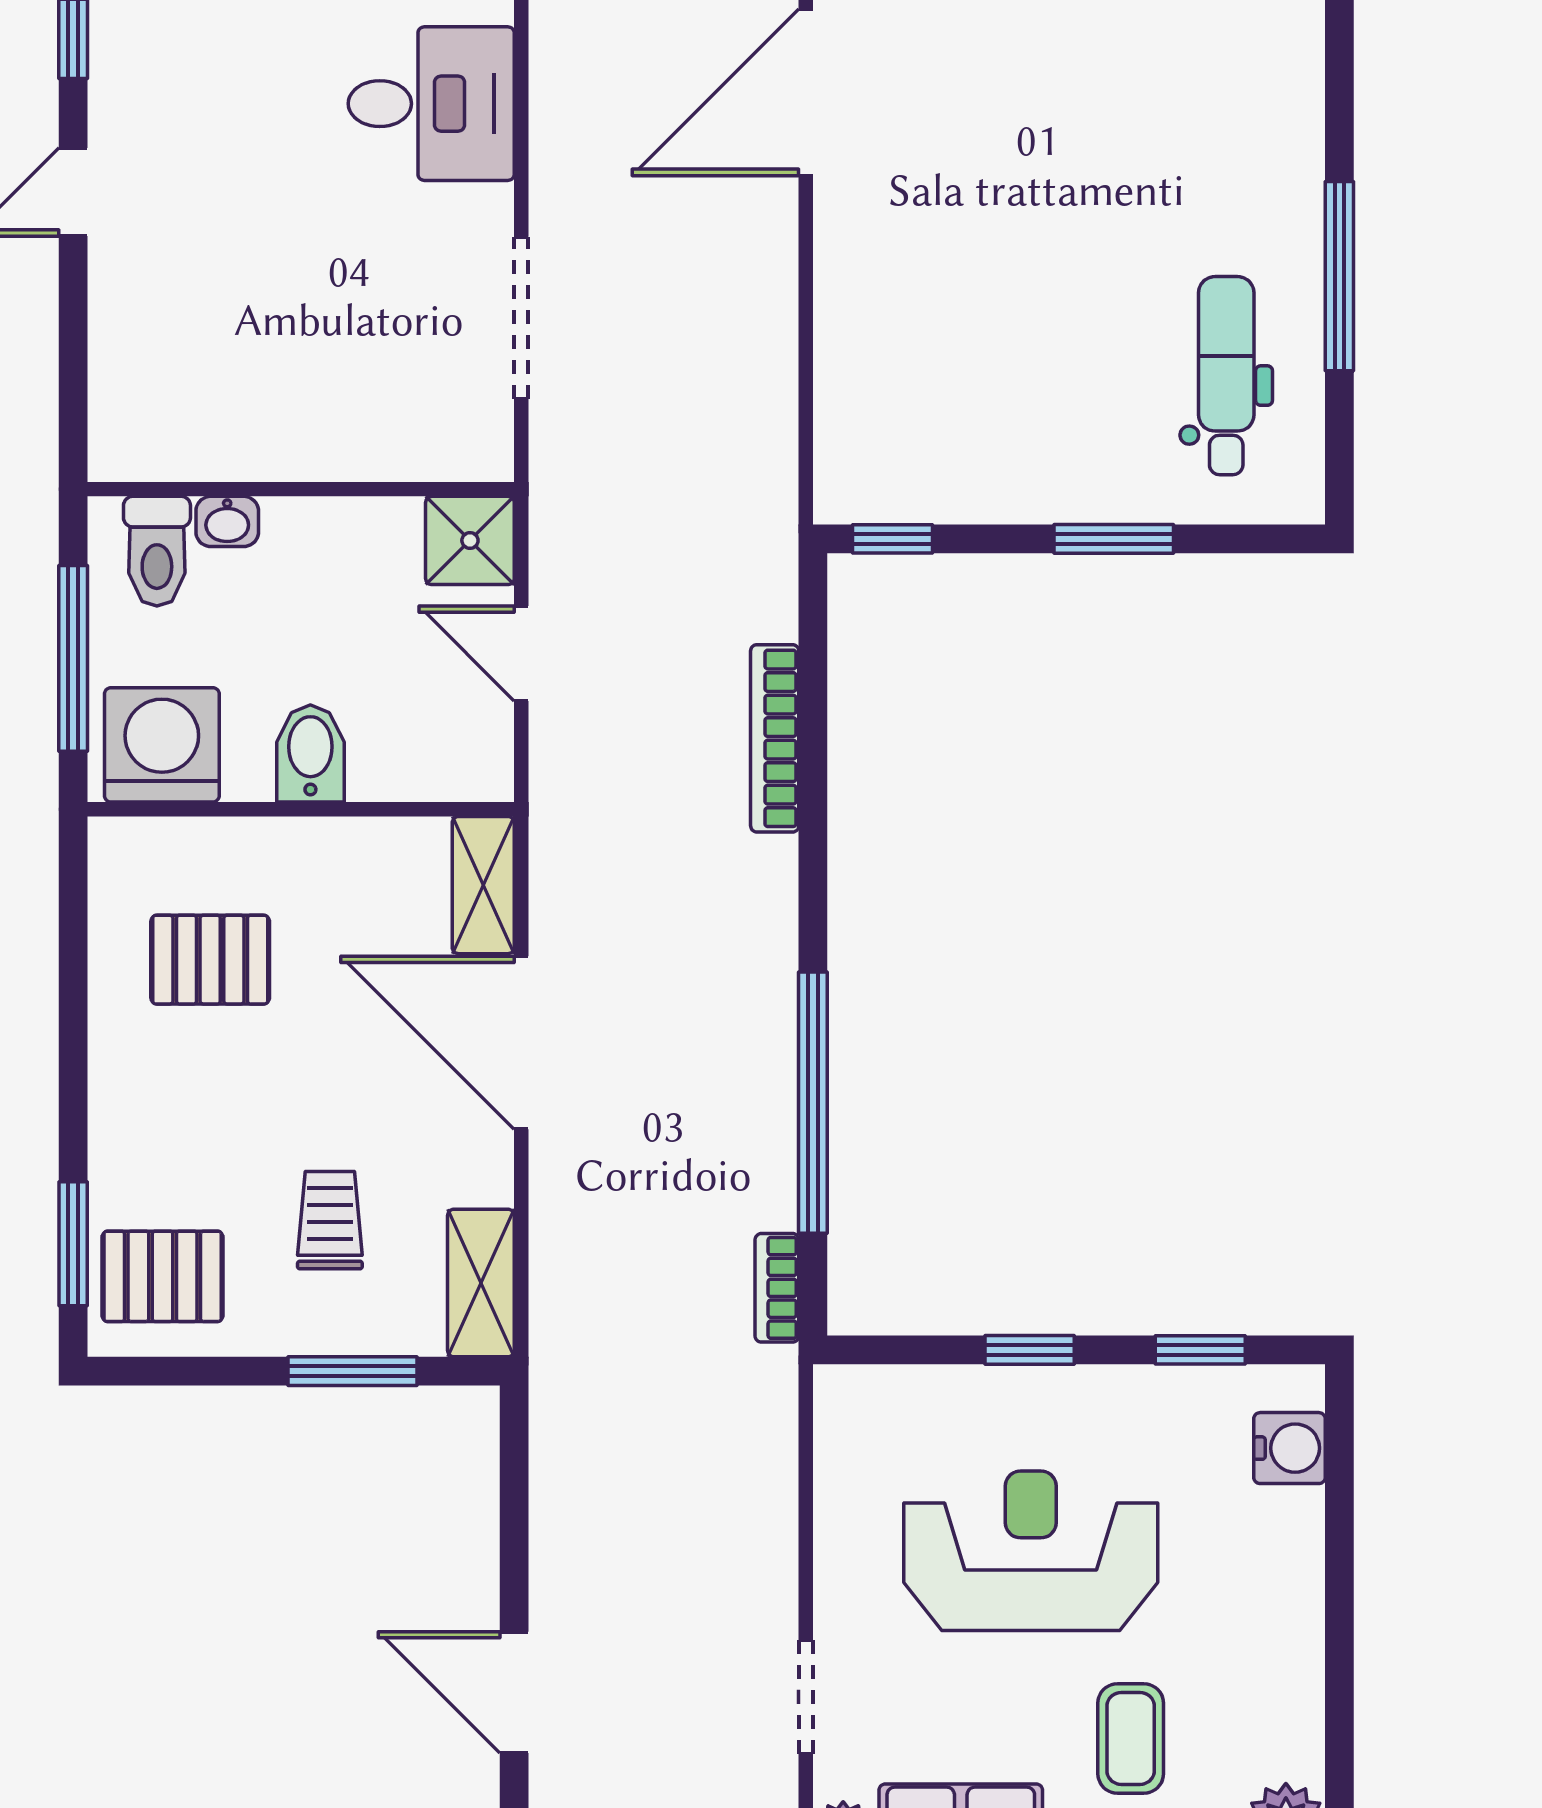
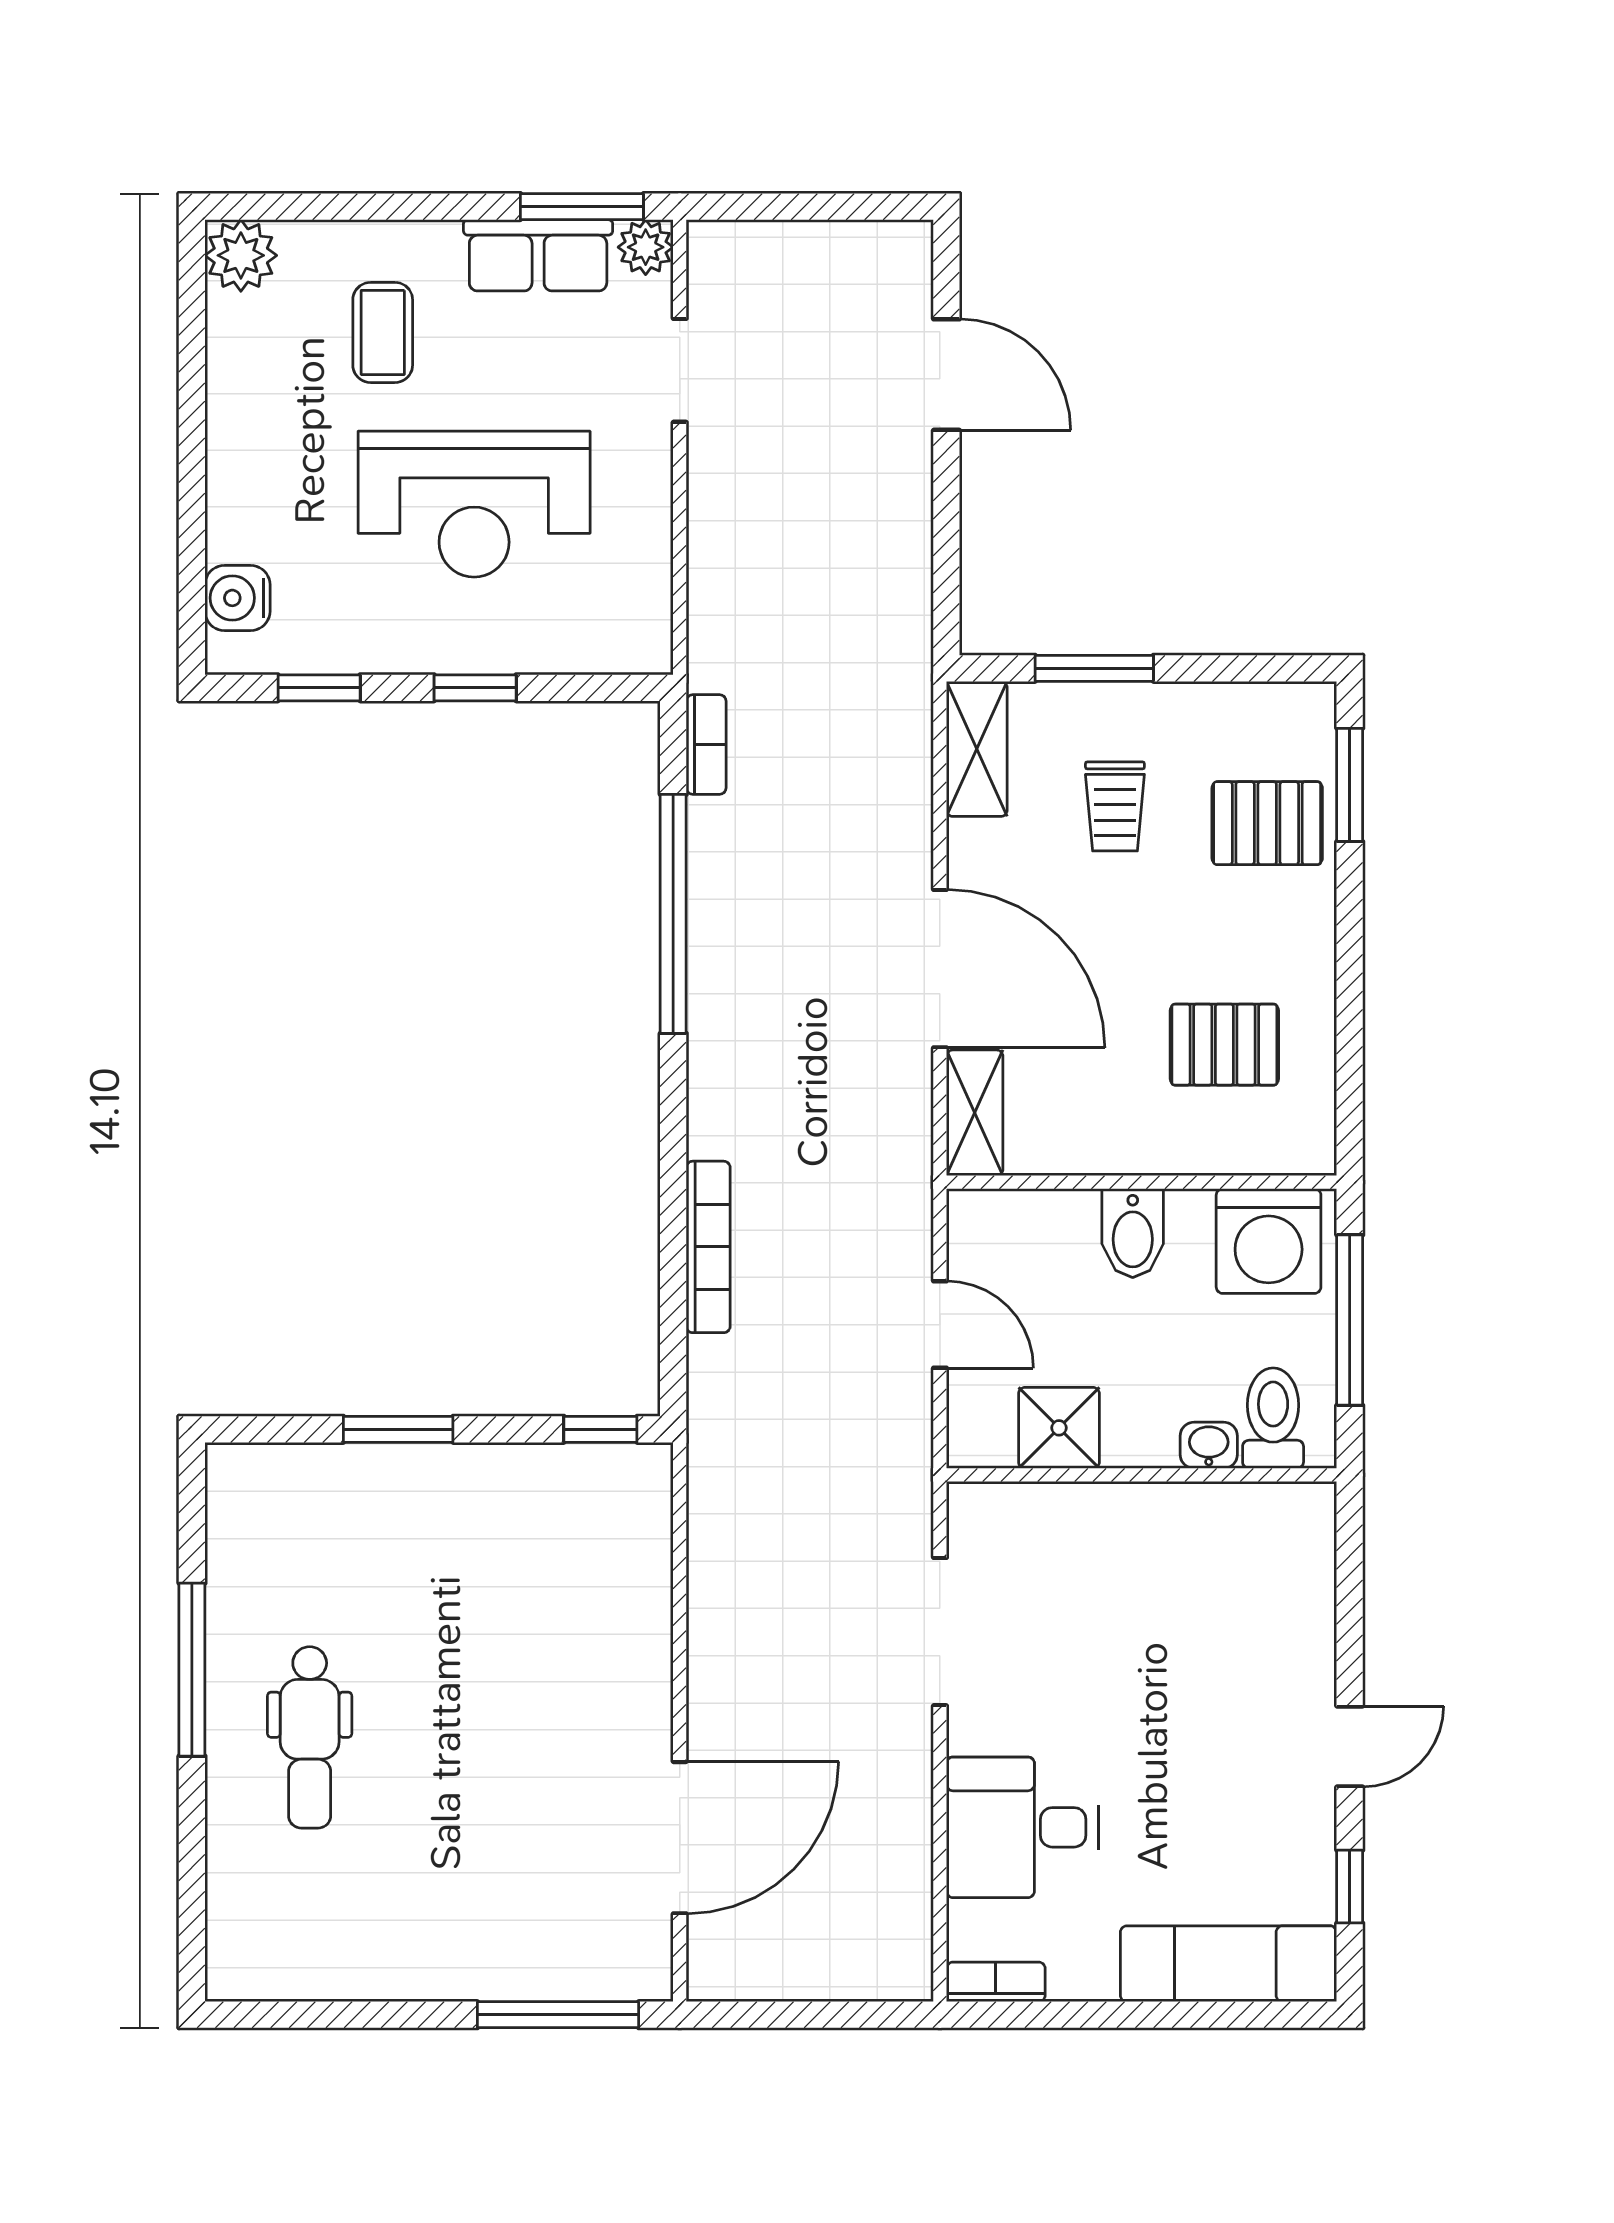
dental chair: (1226, 376) -> (310, 1737), moved
shower: (470, 540) -> (1059, 1428), moved
pallet: (163, 1276) -> (1267, 823), moved

